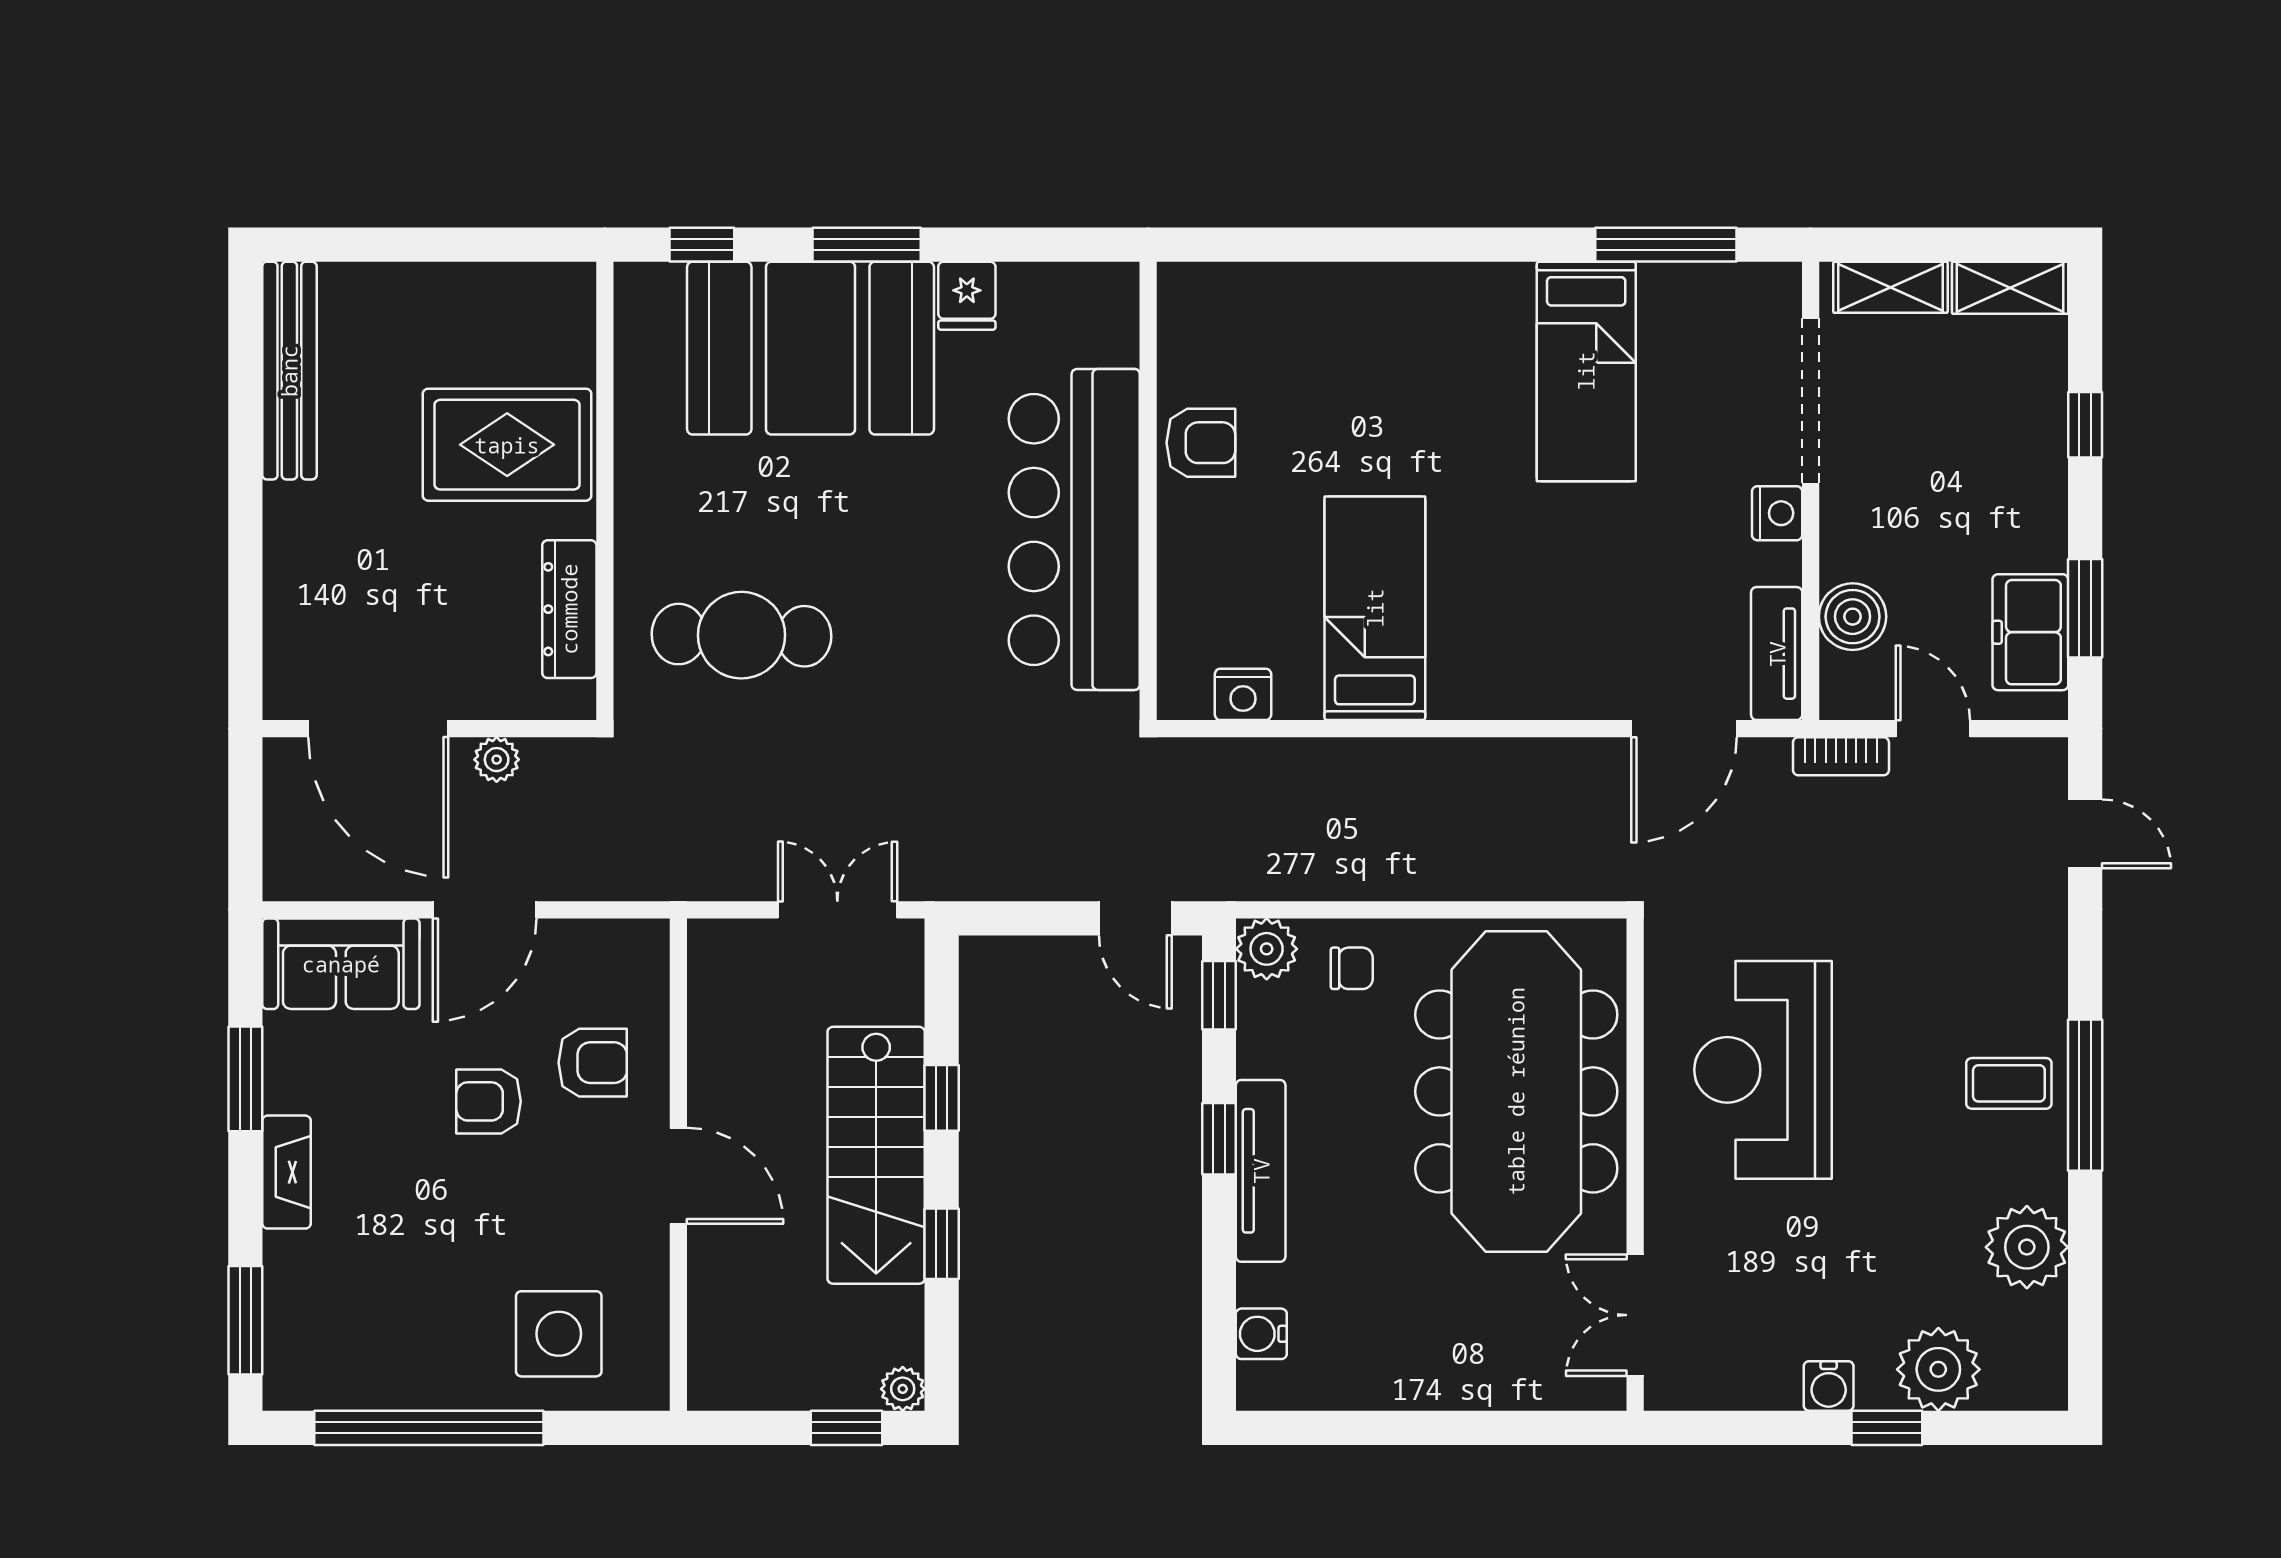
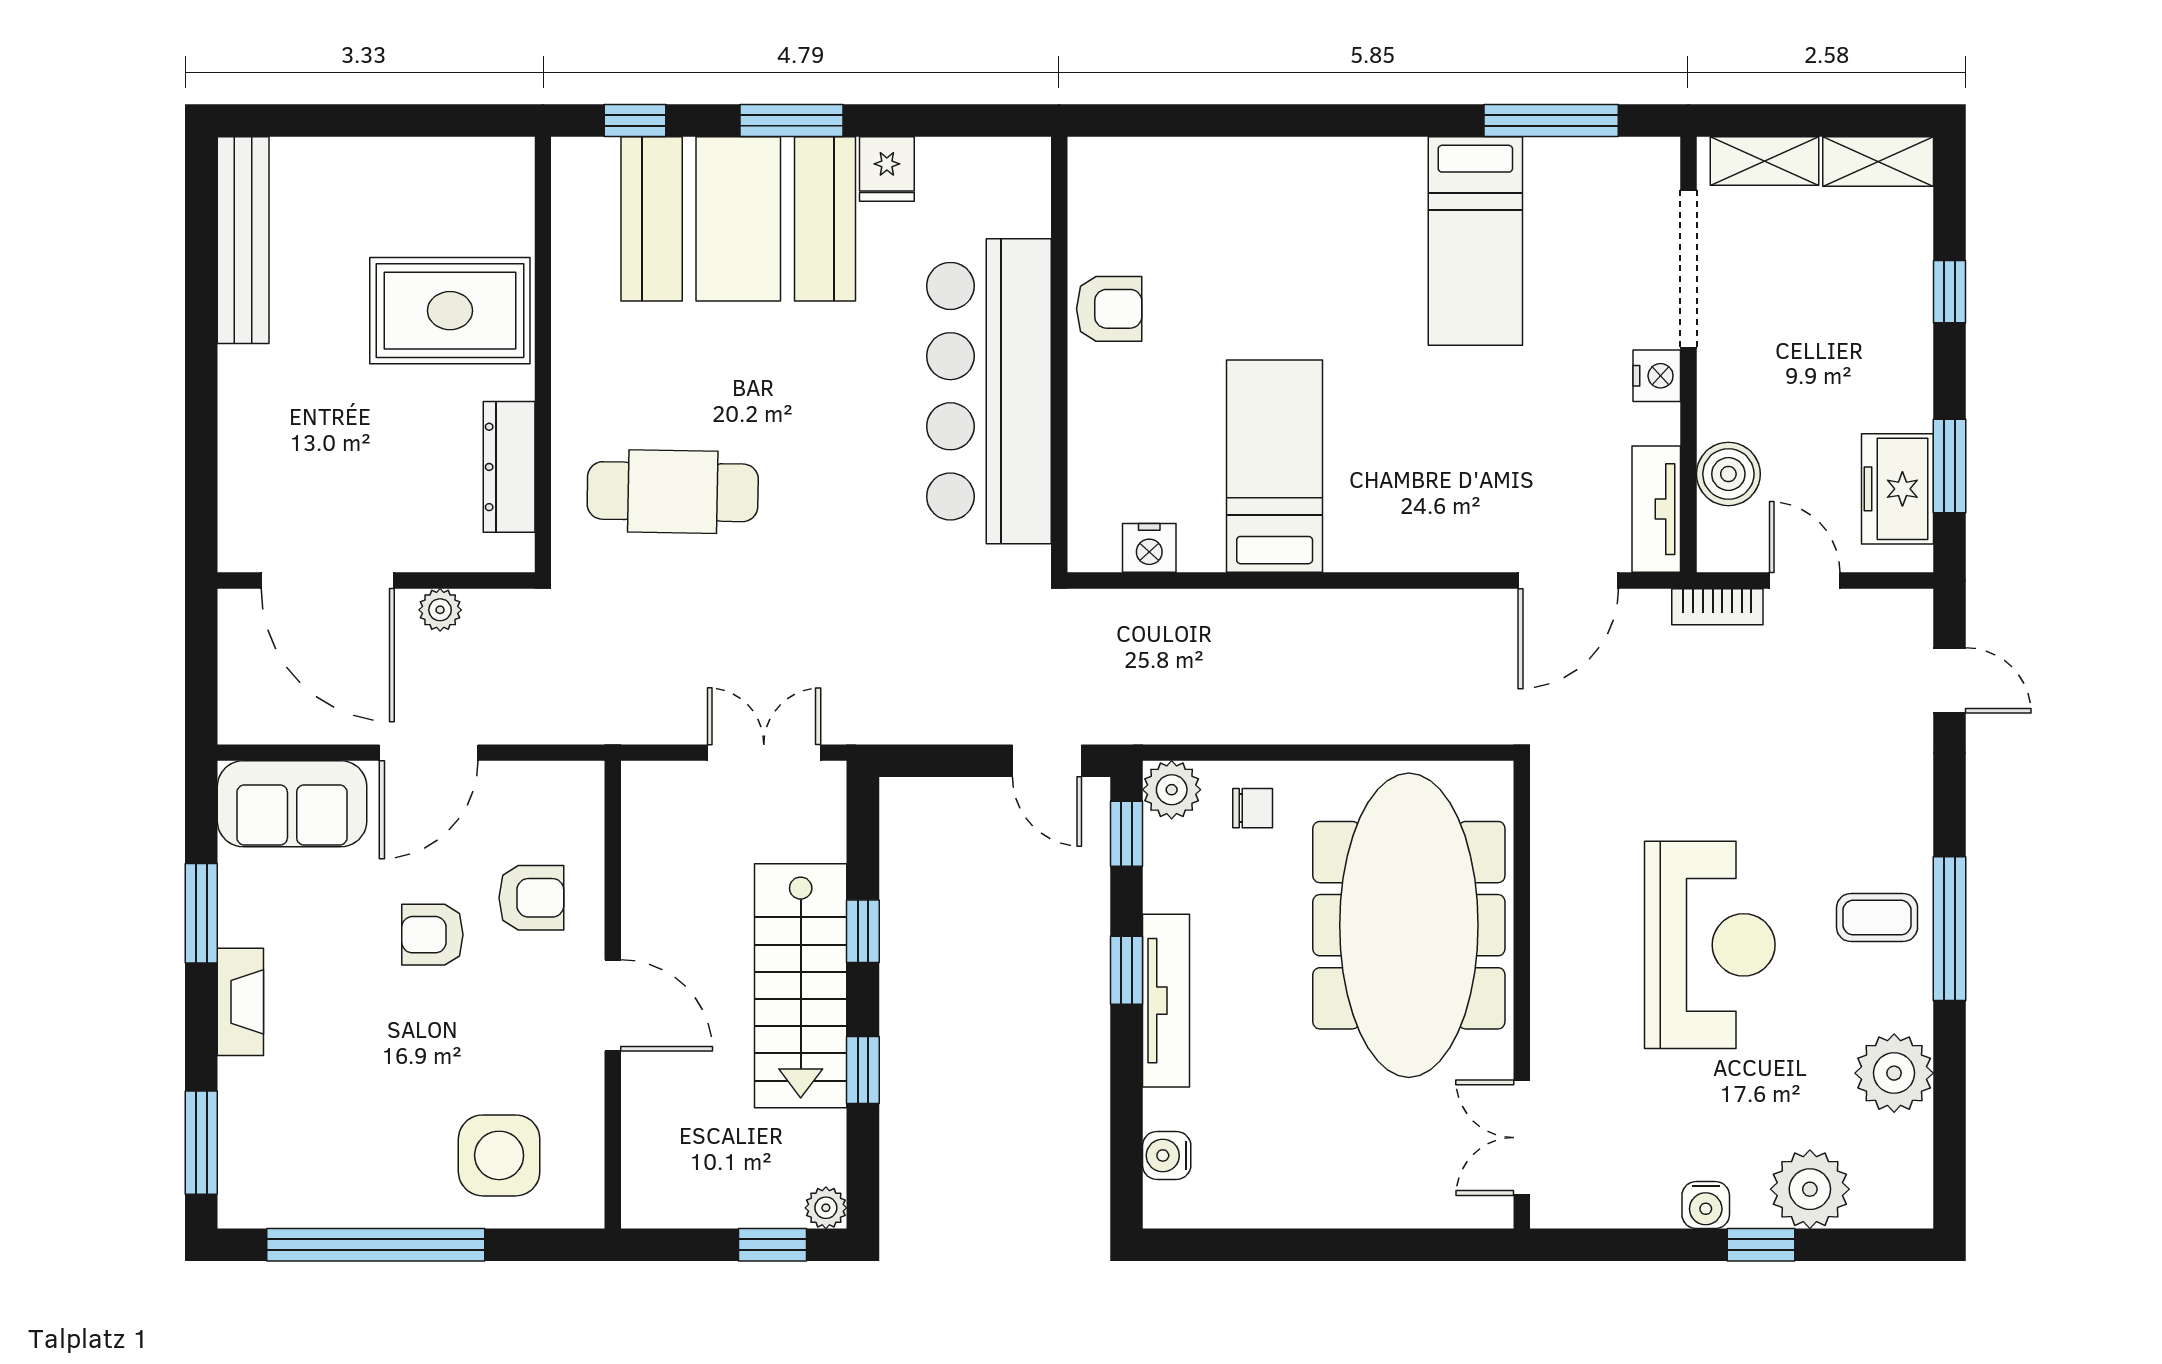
reception desk: (1763, 1070) -> (1710, 945), moved, turned 180

